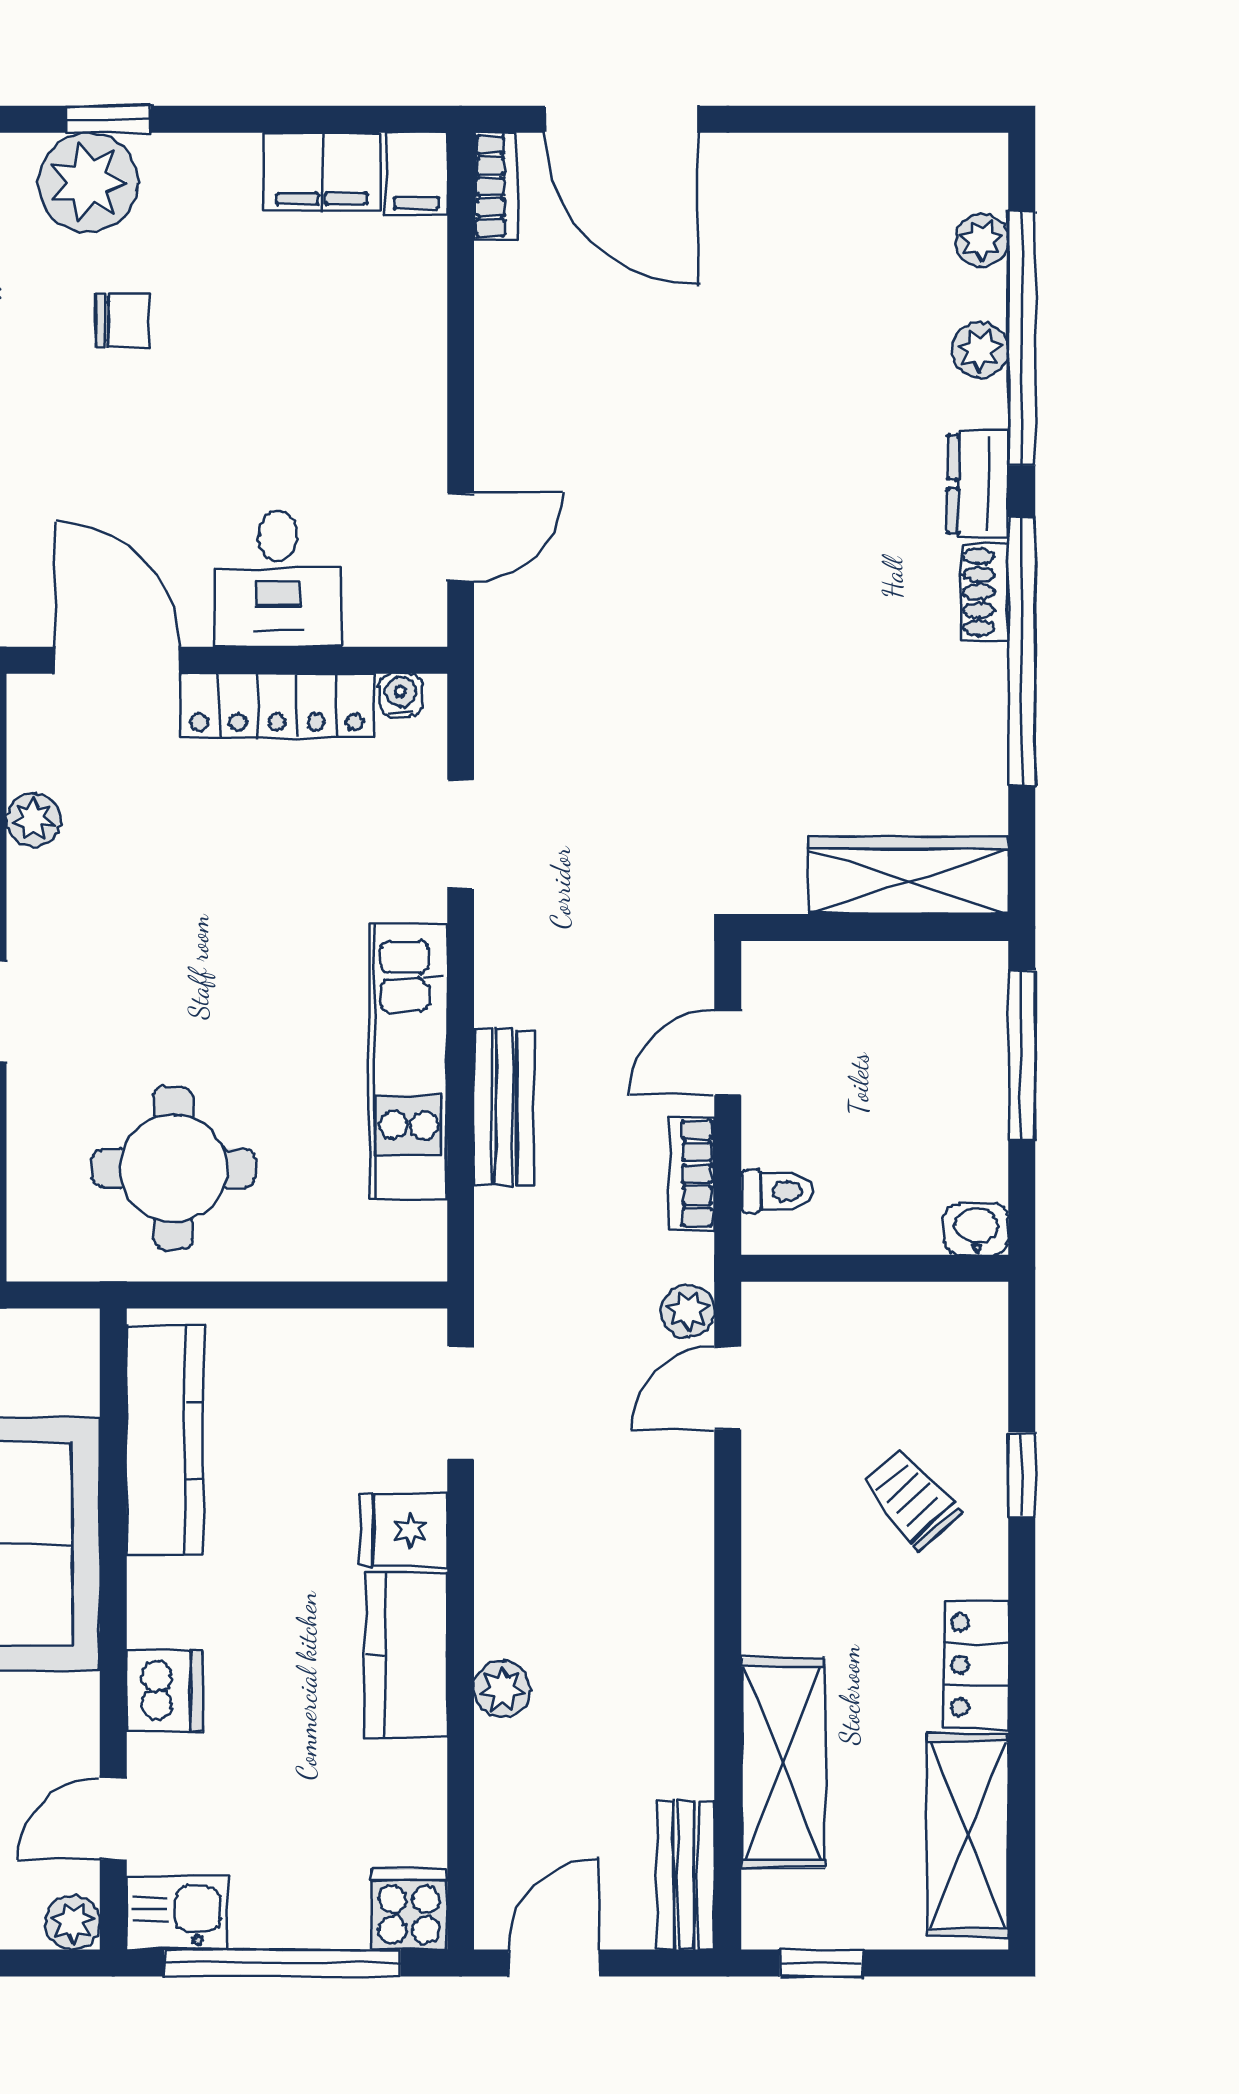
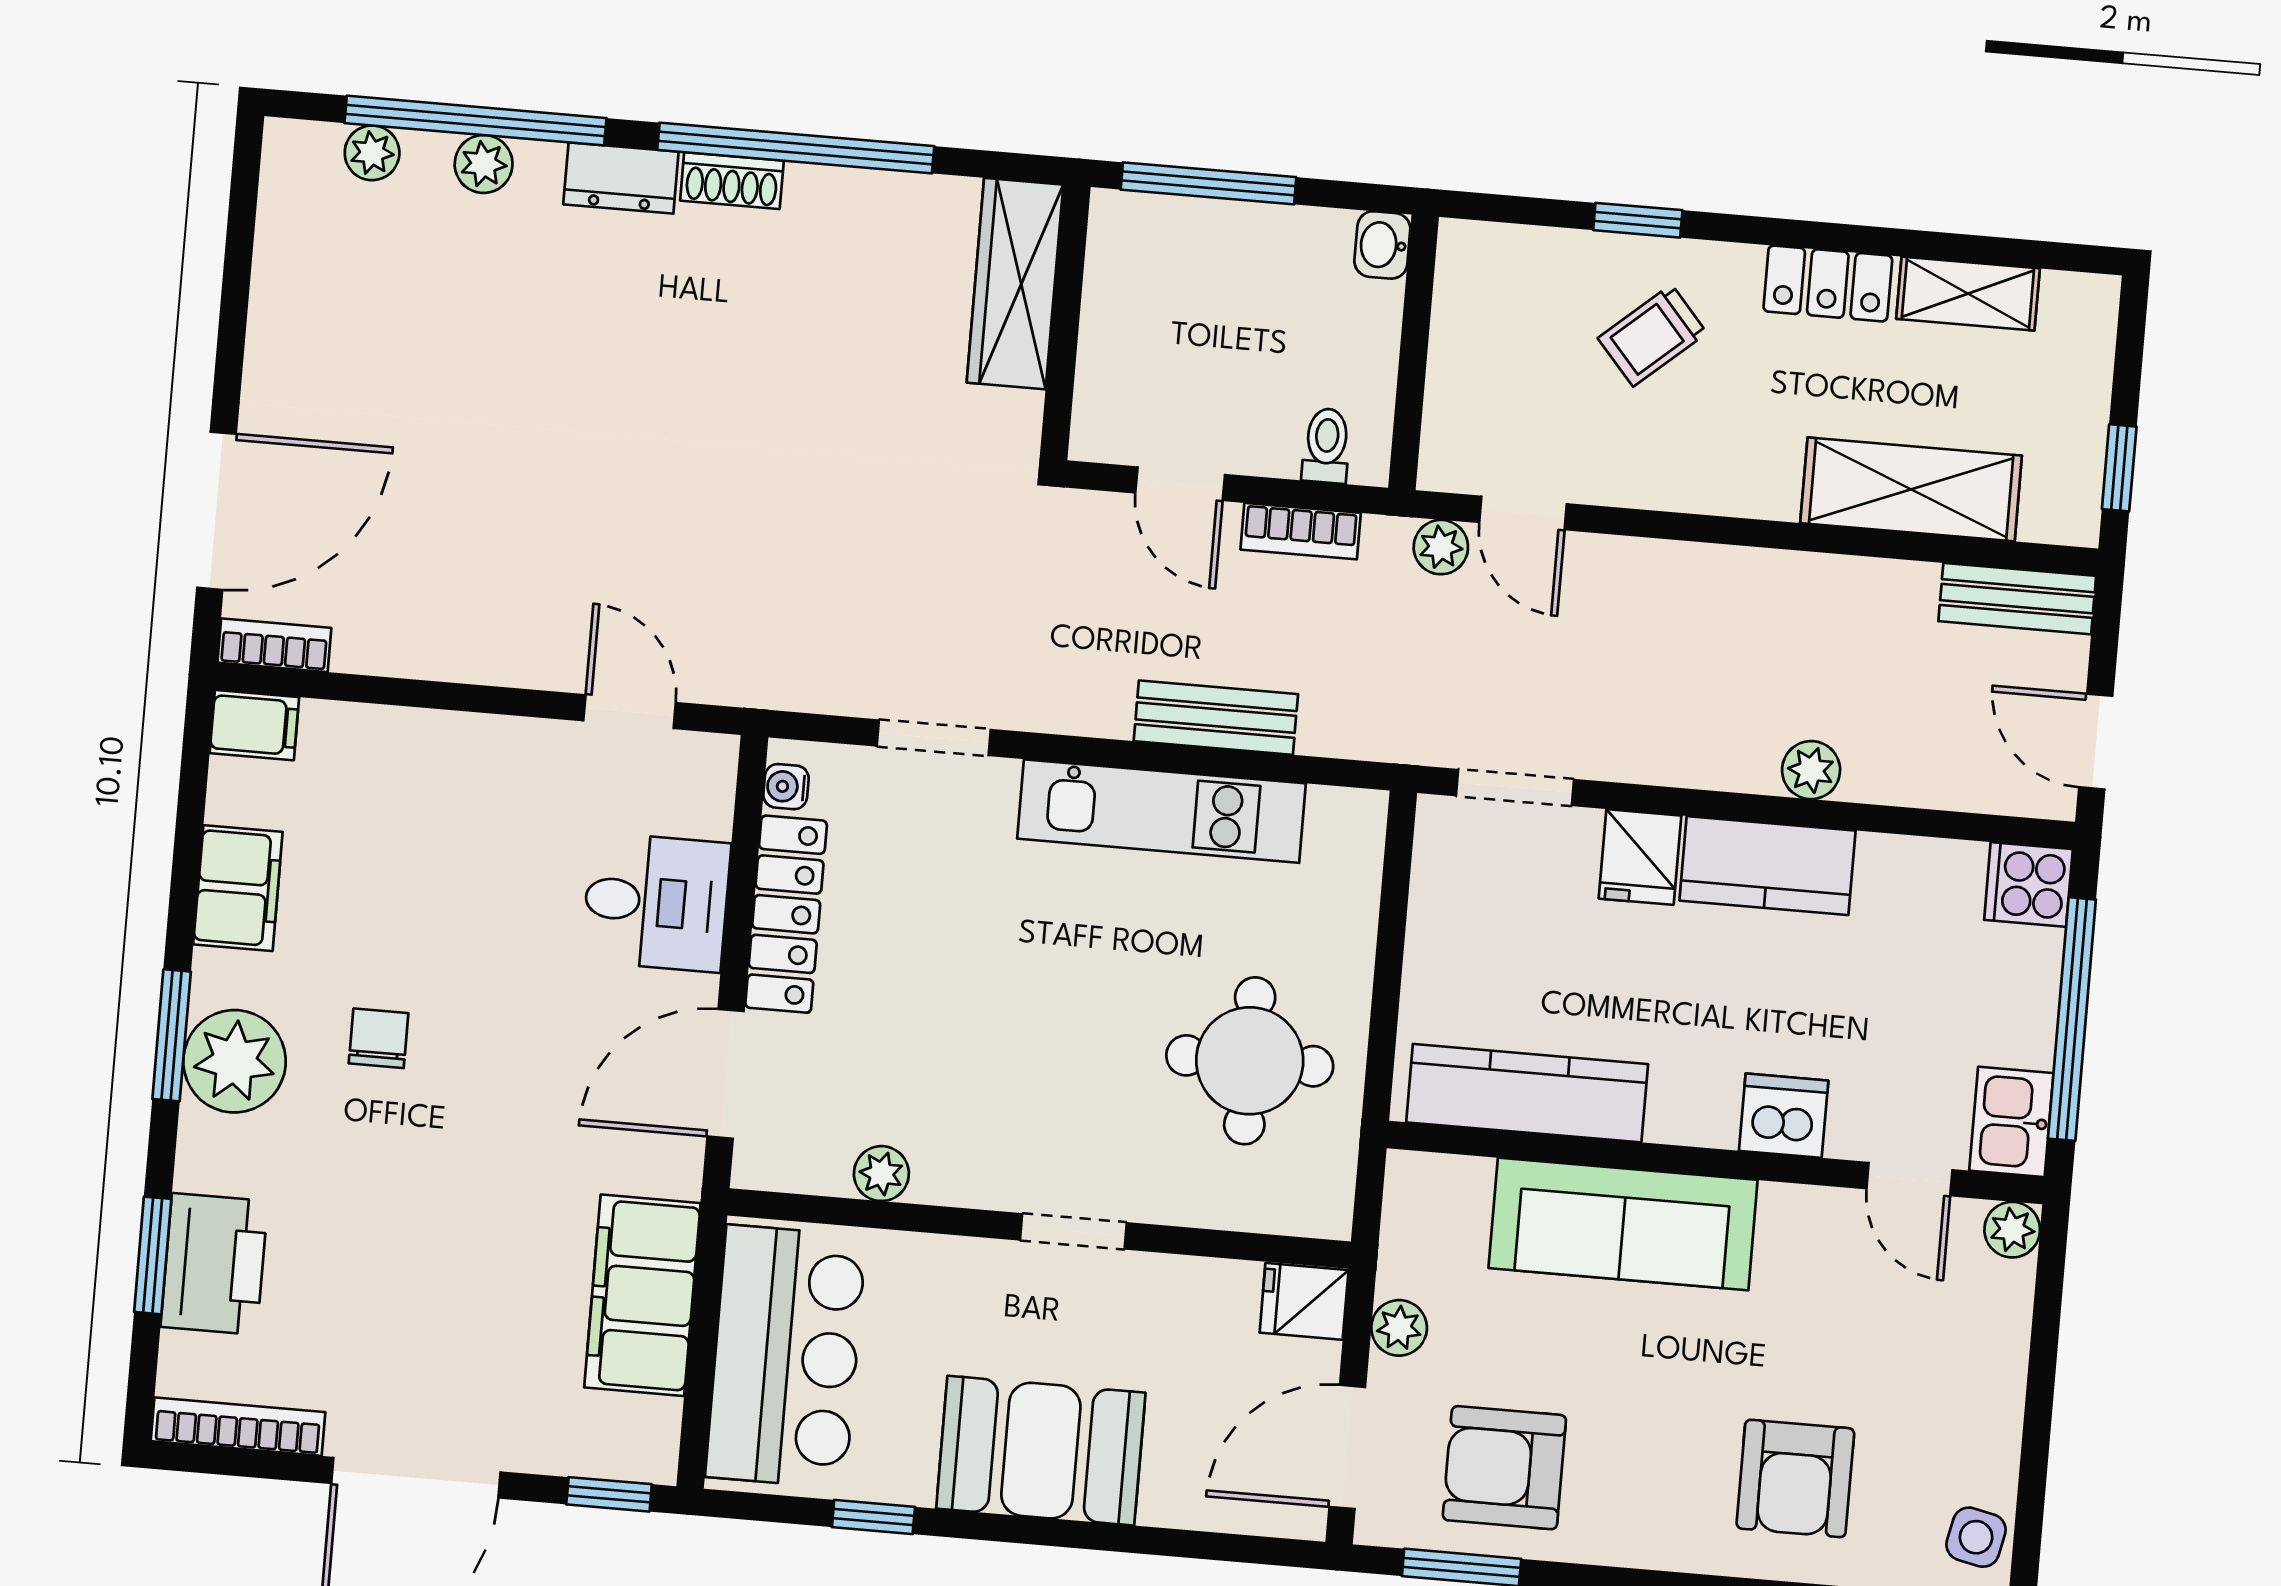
window: (108, 119) -> (172, 1035), width x1.50
filing cabinet: (322, 171) -> (238, 888), moved
shelving: (968, 1835) -> (1968, 294), width x0.67, depth x0.75

